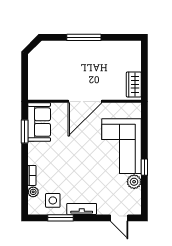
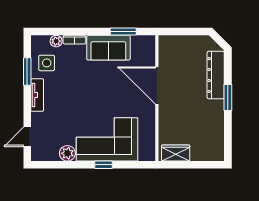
window: (84, 37) -> (228, 98), width x0.69
dresser: (64, 48) -> (216, 75), added
door: (85, 101) -> (157, 85), moved
sofa: (39, 122) -> (108, 48), moved
window: (144, 167) -> (104, 165), moved

